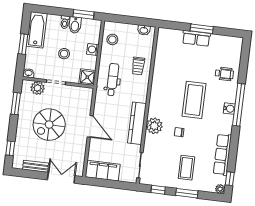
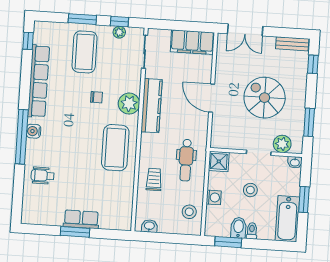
coffee table: (194, 100) -> (115, 148), moved
spiral stairs: (49, 125) -> (265, 98), turned -90
row of seats: (222, 155) -> (39, 81), width x1.36
bench: (36, 166) -> (292, 44), moved
coffee table: (186, 168) -> (85, 52), width x1.36, depth x1.32
plant: (220, 189) -> (119, 32), moved

